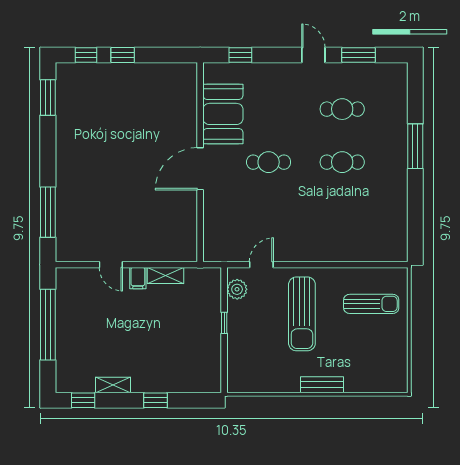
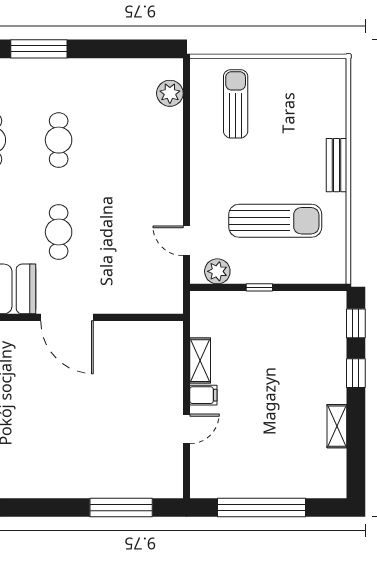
plant: (380, 251) -> (170, 93), added
sun lounger: (302, 314) -> (275, 221), moved
window: (83, 400) -> (356, 323), moved

